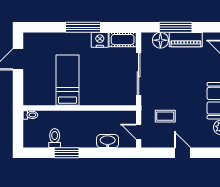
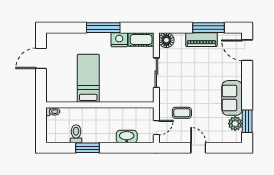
window: (176, 27) -> (209, 28), moved
floor lamp: (160, 40) -> (166, 40), moved
sliding door: (139, 74) -> (156, 73), width x0.73
door: (139, 132) -> (156, 128), swing flipped

